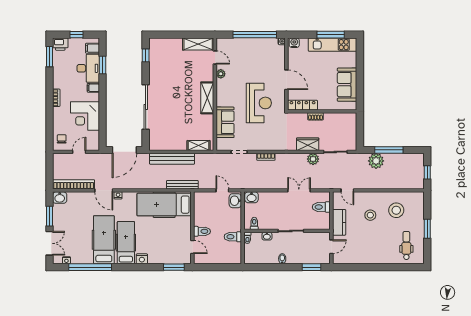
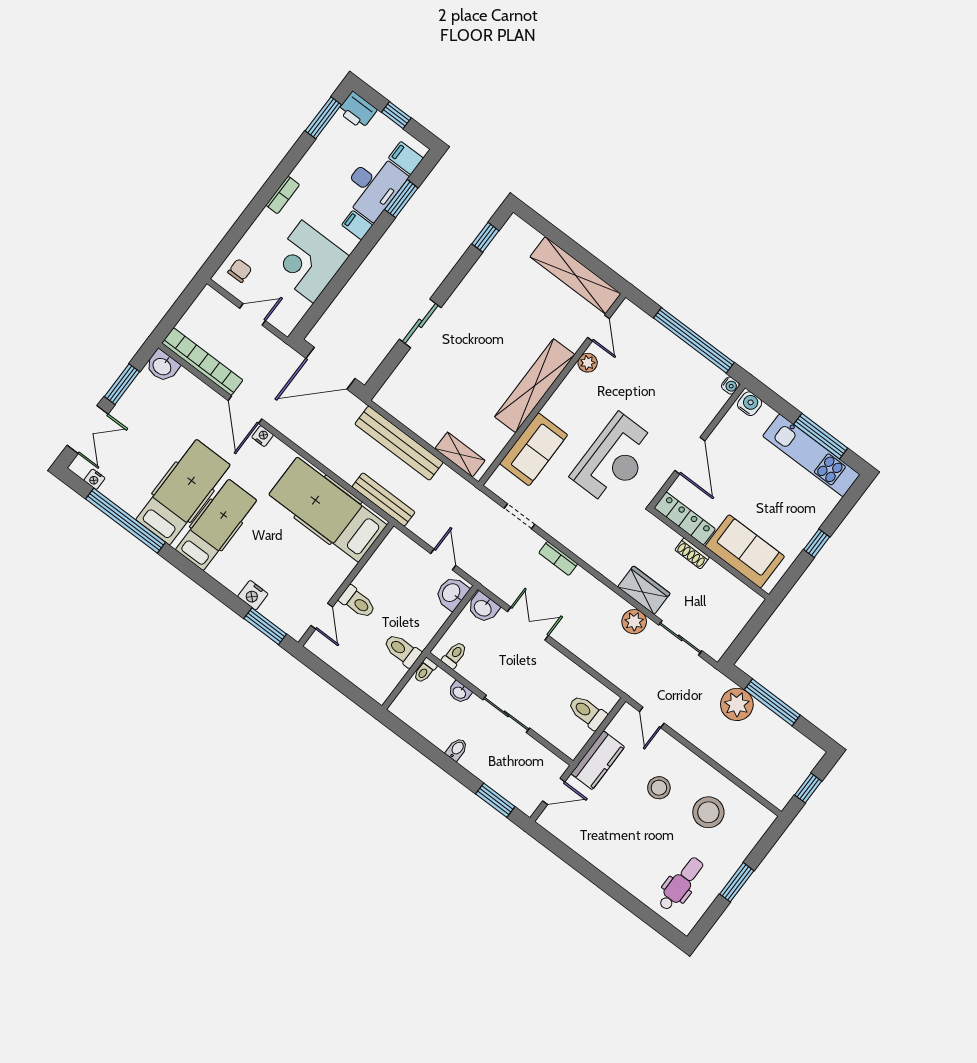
shelving: (198, 44) -> (575, 275), width x1.47
window: (360, 77) -> (817, 543), added
sofa: (347, 85) -> (745, 551), moved, turned 90
shelving: (207, 98) -> (535, 386), width x1.47
sliding door: (146, 107) -> (420, 323), width x0.54
double door: (299, 190) -> (528, 624), moved
nightstand: (142, 259) -> (253, 595), moved

